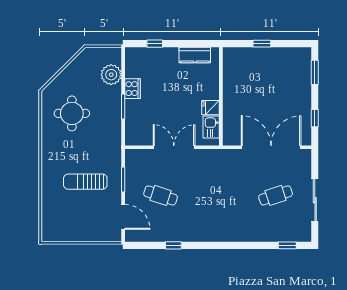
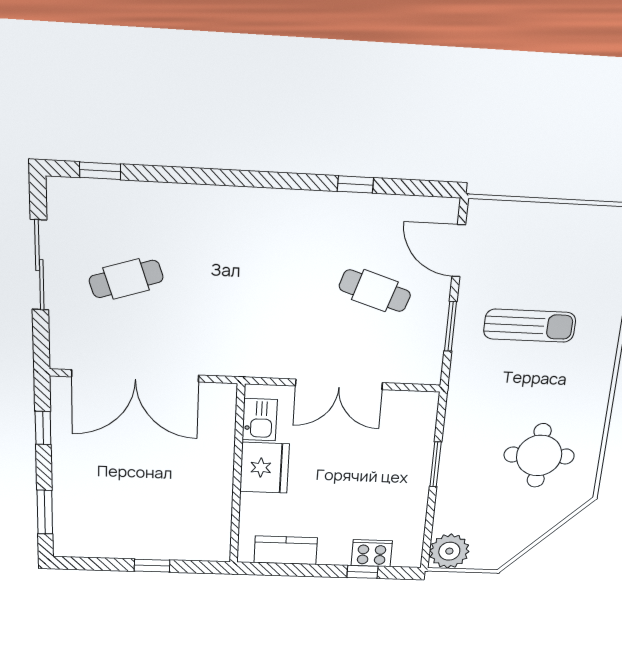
plant: (111, 75) -> (449, 551), moved
cooker: (133, 89) -> (372, 553), moved, turned 90
fridge: (211, 108) -> (265, 468), width x1.88, depth x1.34

